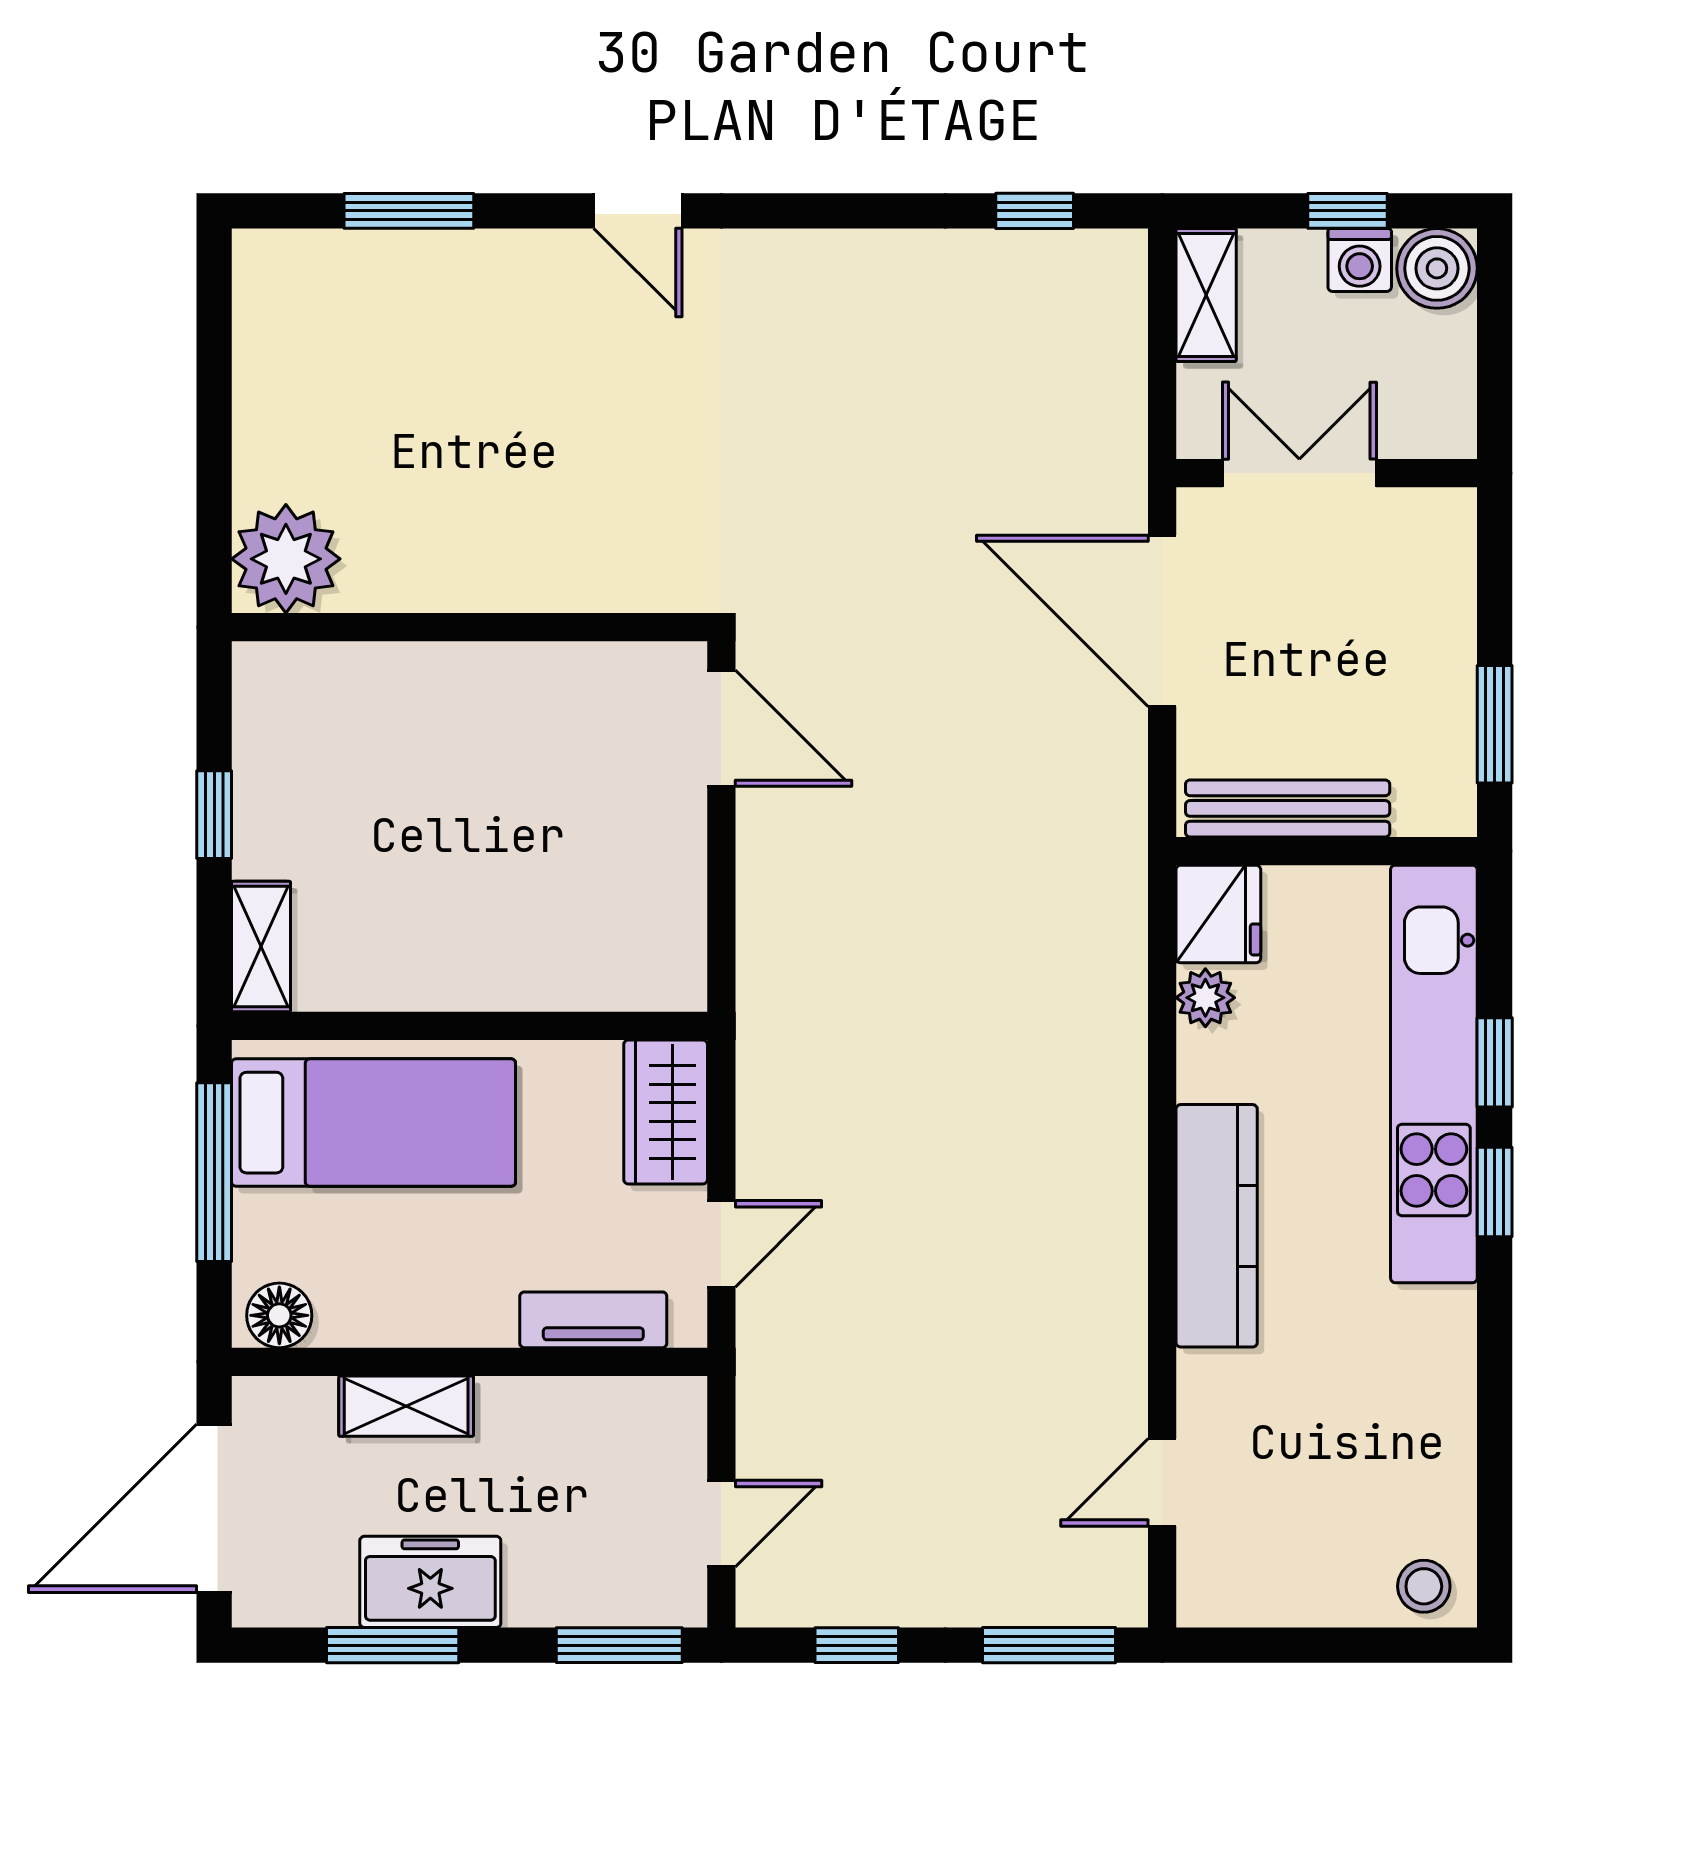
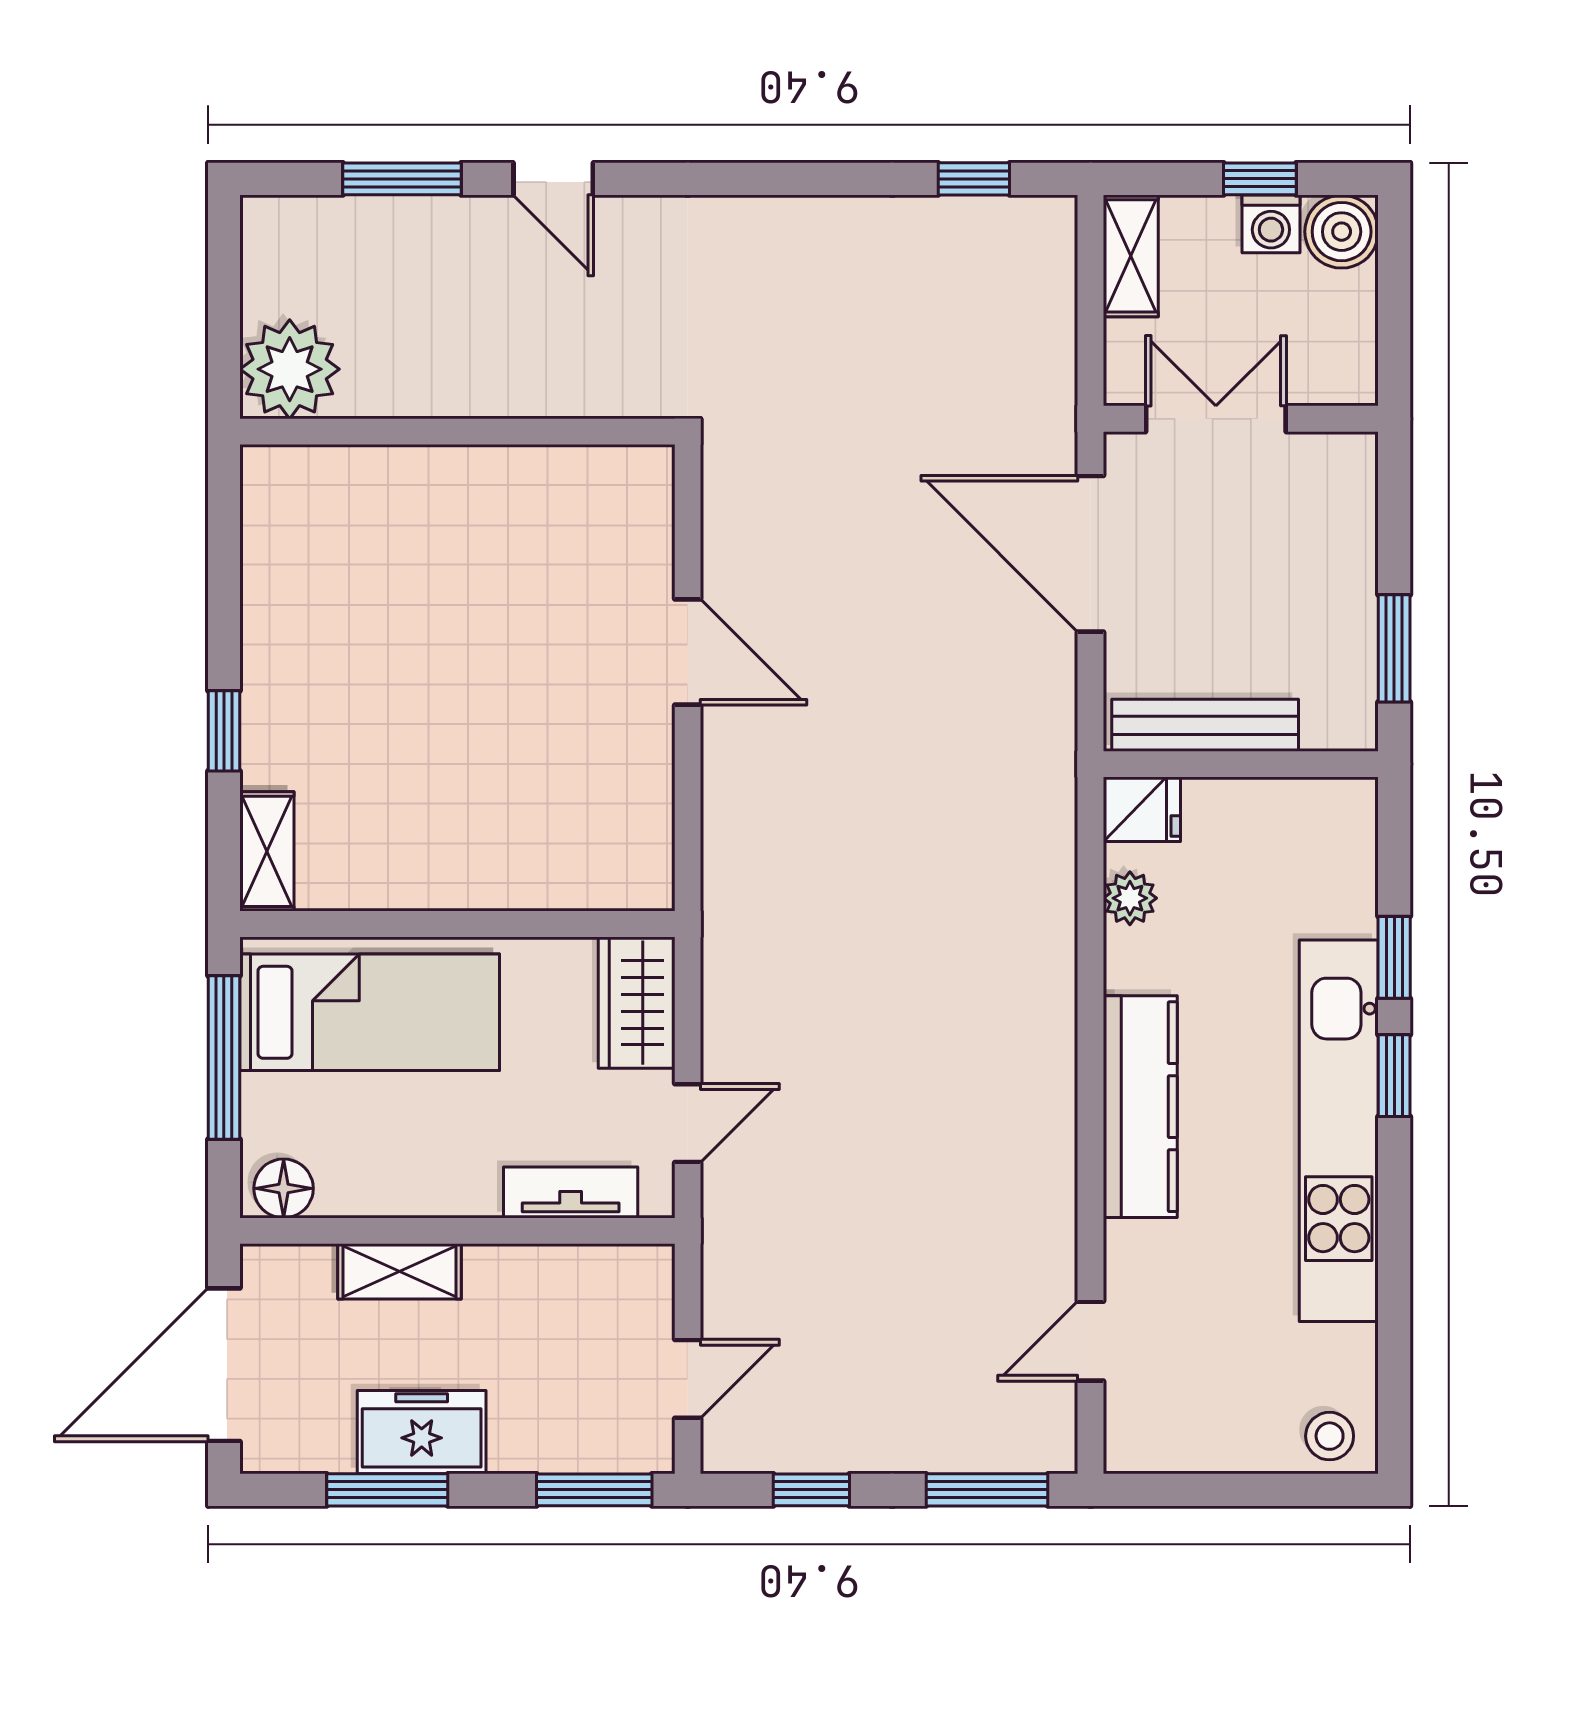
door: (638, 211) -> (553, 179), moved
plant: (286, 559) -> (290, 369), moved
wall: (469, 627) -> (457, 432), moved
fridge: (1218, 914) -> (1142, 809), width x0.72
kitchen unit: (1434, 1074) -> (1339, 1131), moved

